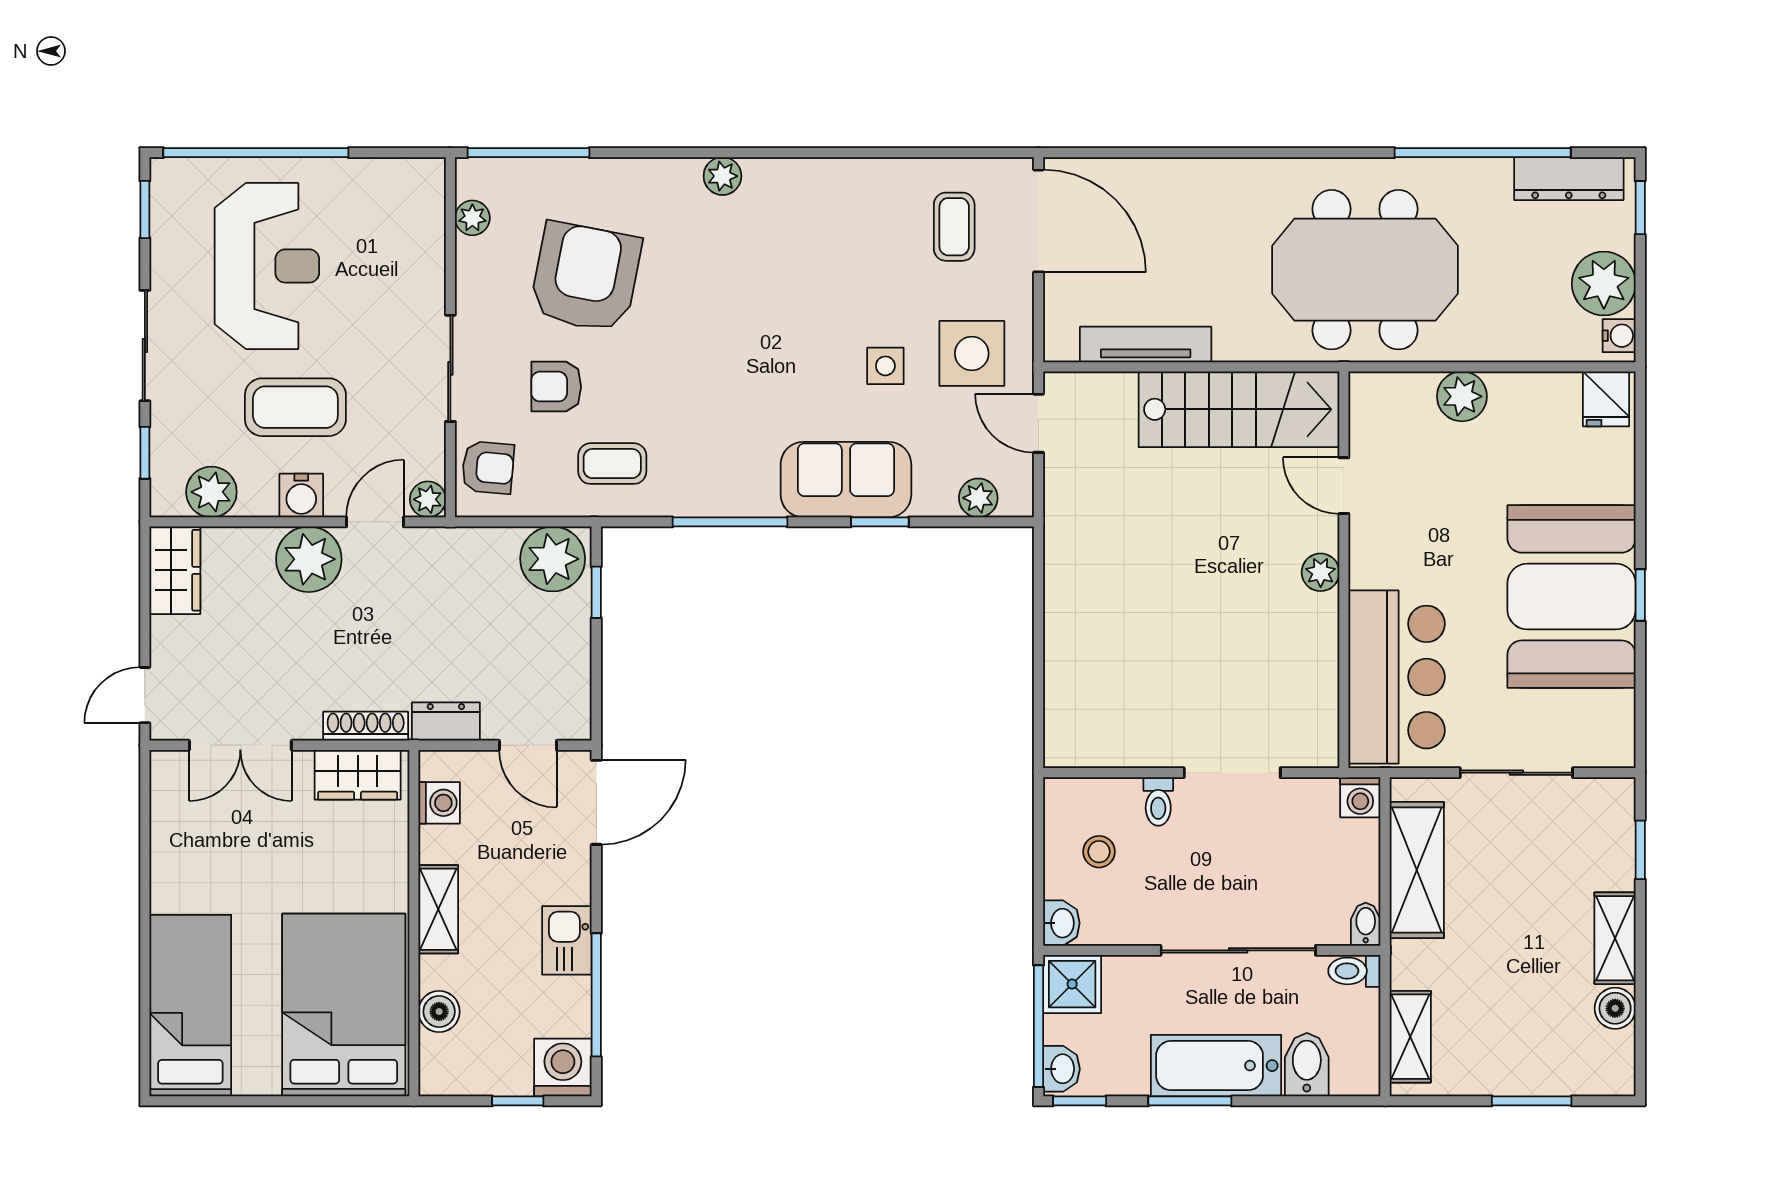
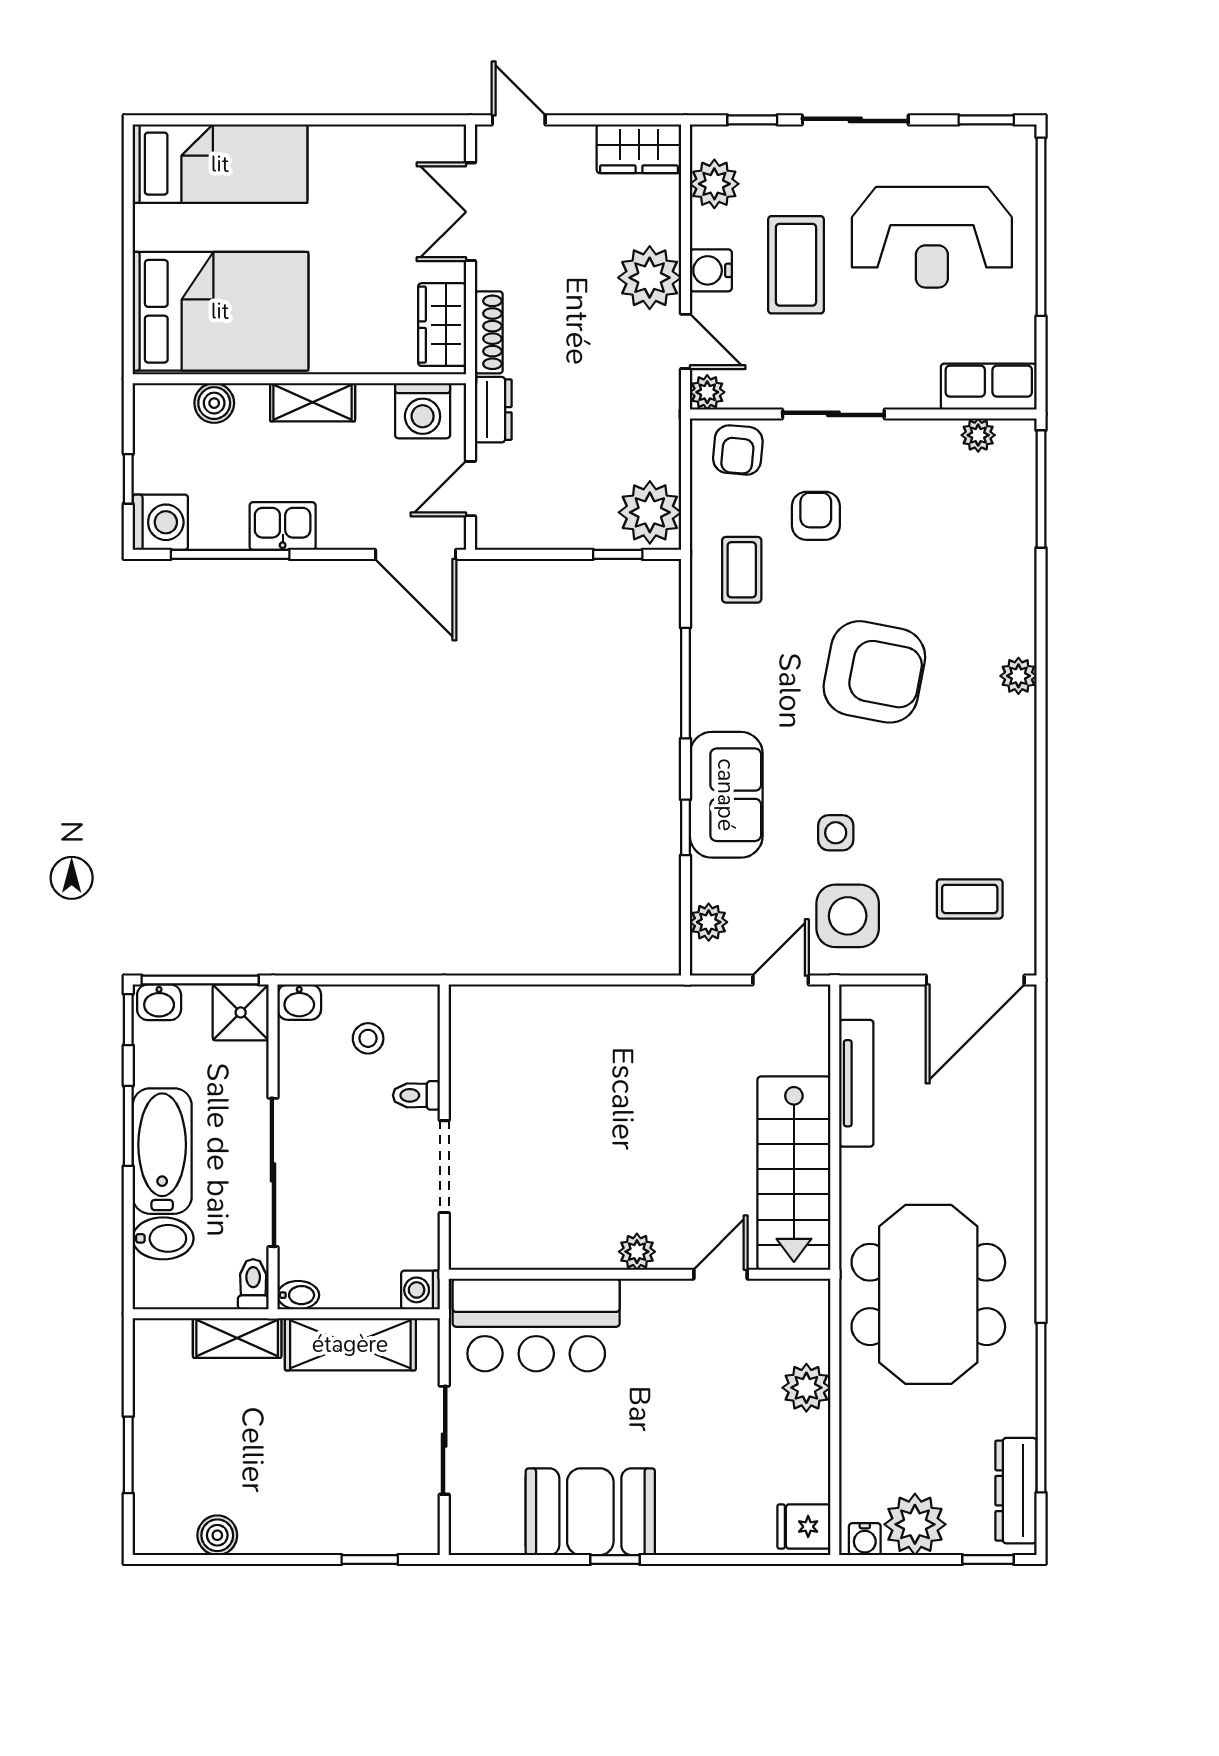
row of seats: (422, 207) -> (989, 387), added
armchair: (586, 277) -> (874, 672), moved
booth: (1572, 597) -> (590, 1512), width x0.73, depth x0.70
washing machine: (439, 803) -> (423, 411), width x1.38, depth x1.38
shelving: (1615, 938) -> (285, 1535), removed
shelving: (1410, 1037) -> (237, 1338), moved

